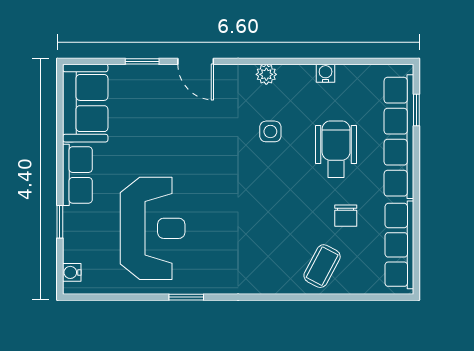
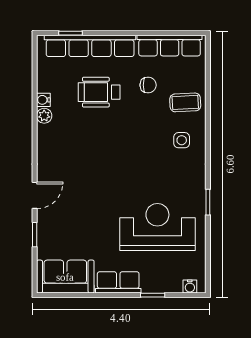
plant: (266, 74) -> (44, 116), moved
side table: (270, 131) -> (182, 140), moved
coffee table: (322, 266) -> (185, 102), turned -31

